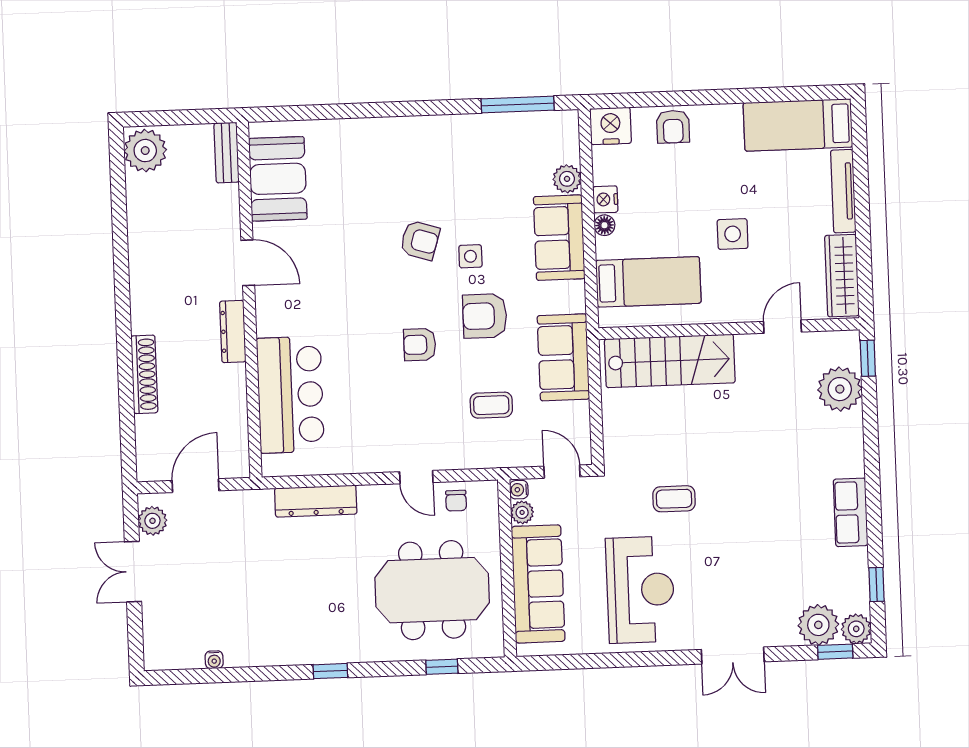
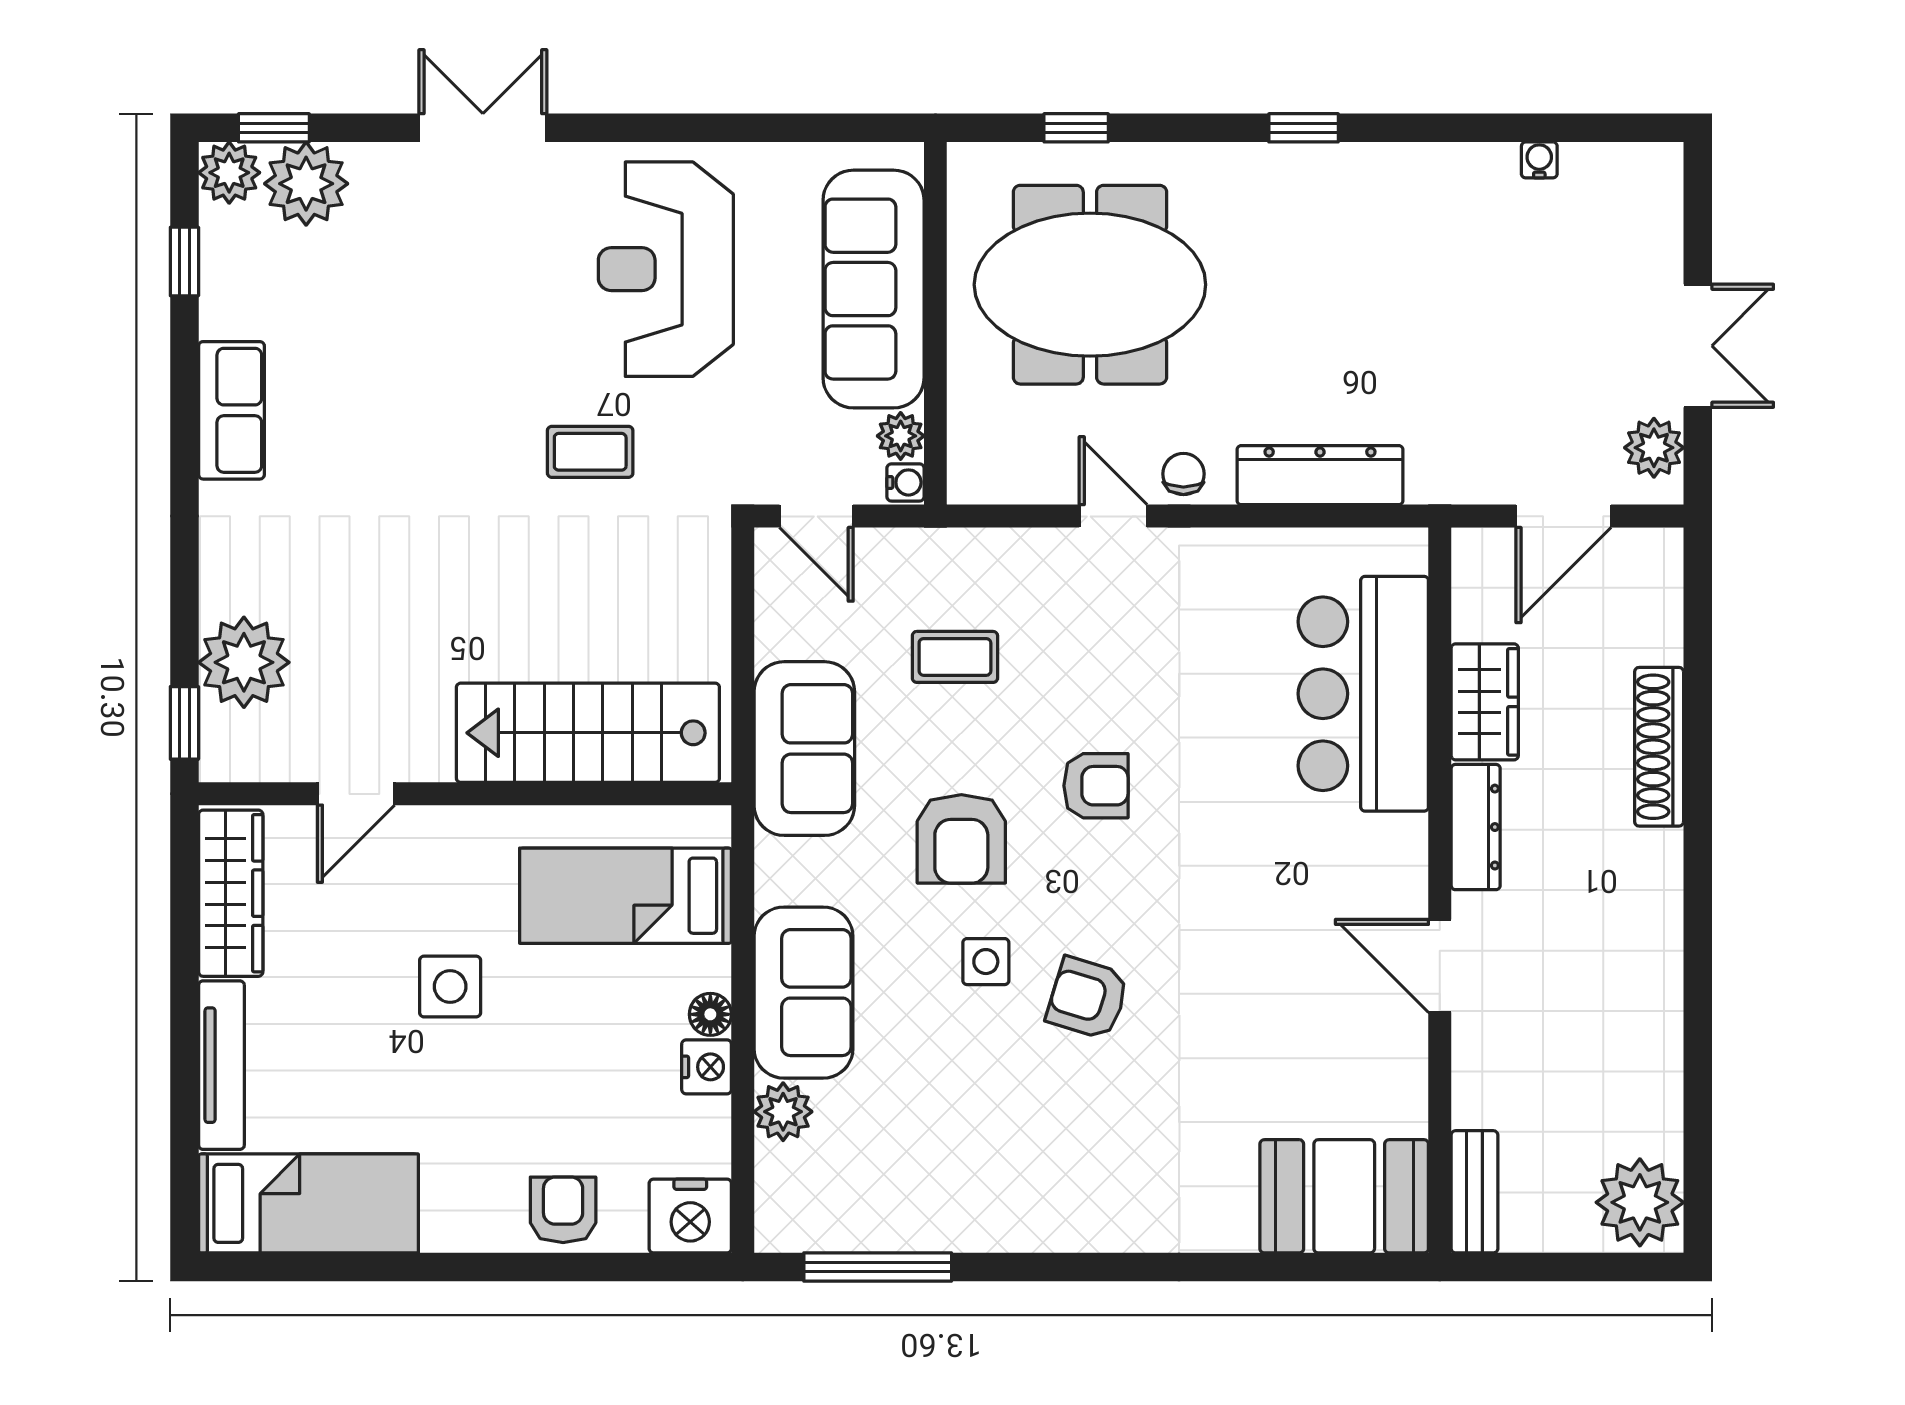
booth: (278, 179) -> (1344, 1196), moved, turned 90
armchair: (485, 316) -> (961, 839), turned 90
wardrobe: (231, 393) -> (1485, 702), added
chair: (456, 501) -> (1183, 474), moved

